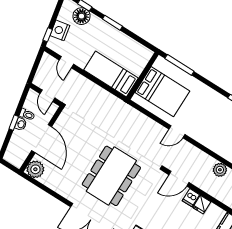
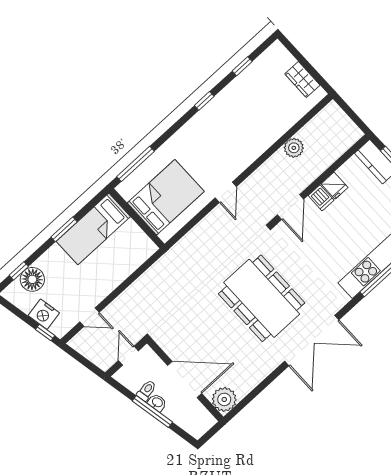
window: (112, 23) -> (64, 229), moved
bed: (111, 74) -> (93, 229), moved
door: (47, 96) -> (128, 356), swing flipped
window: (14, 123) -> (152, 412), width x2.17

